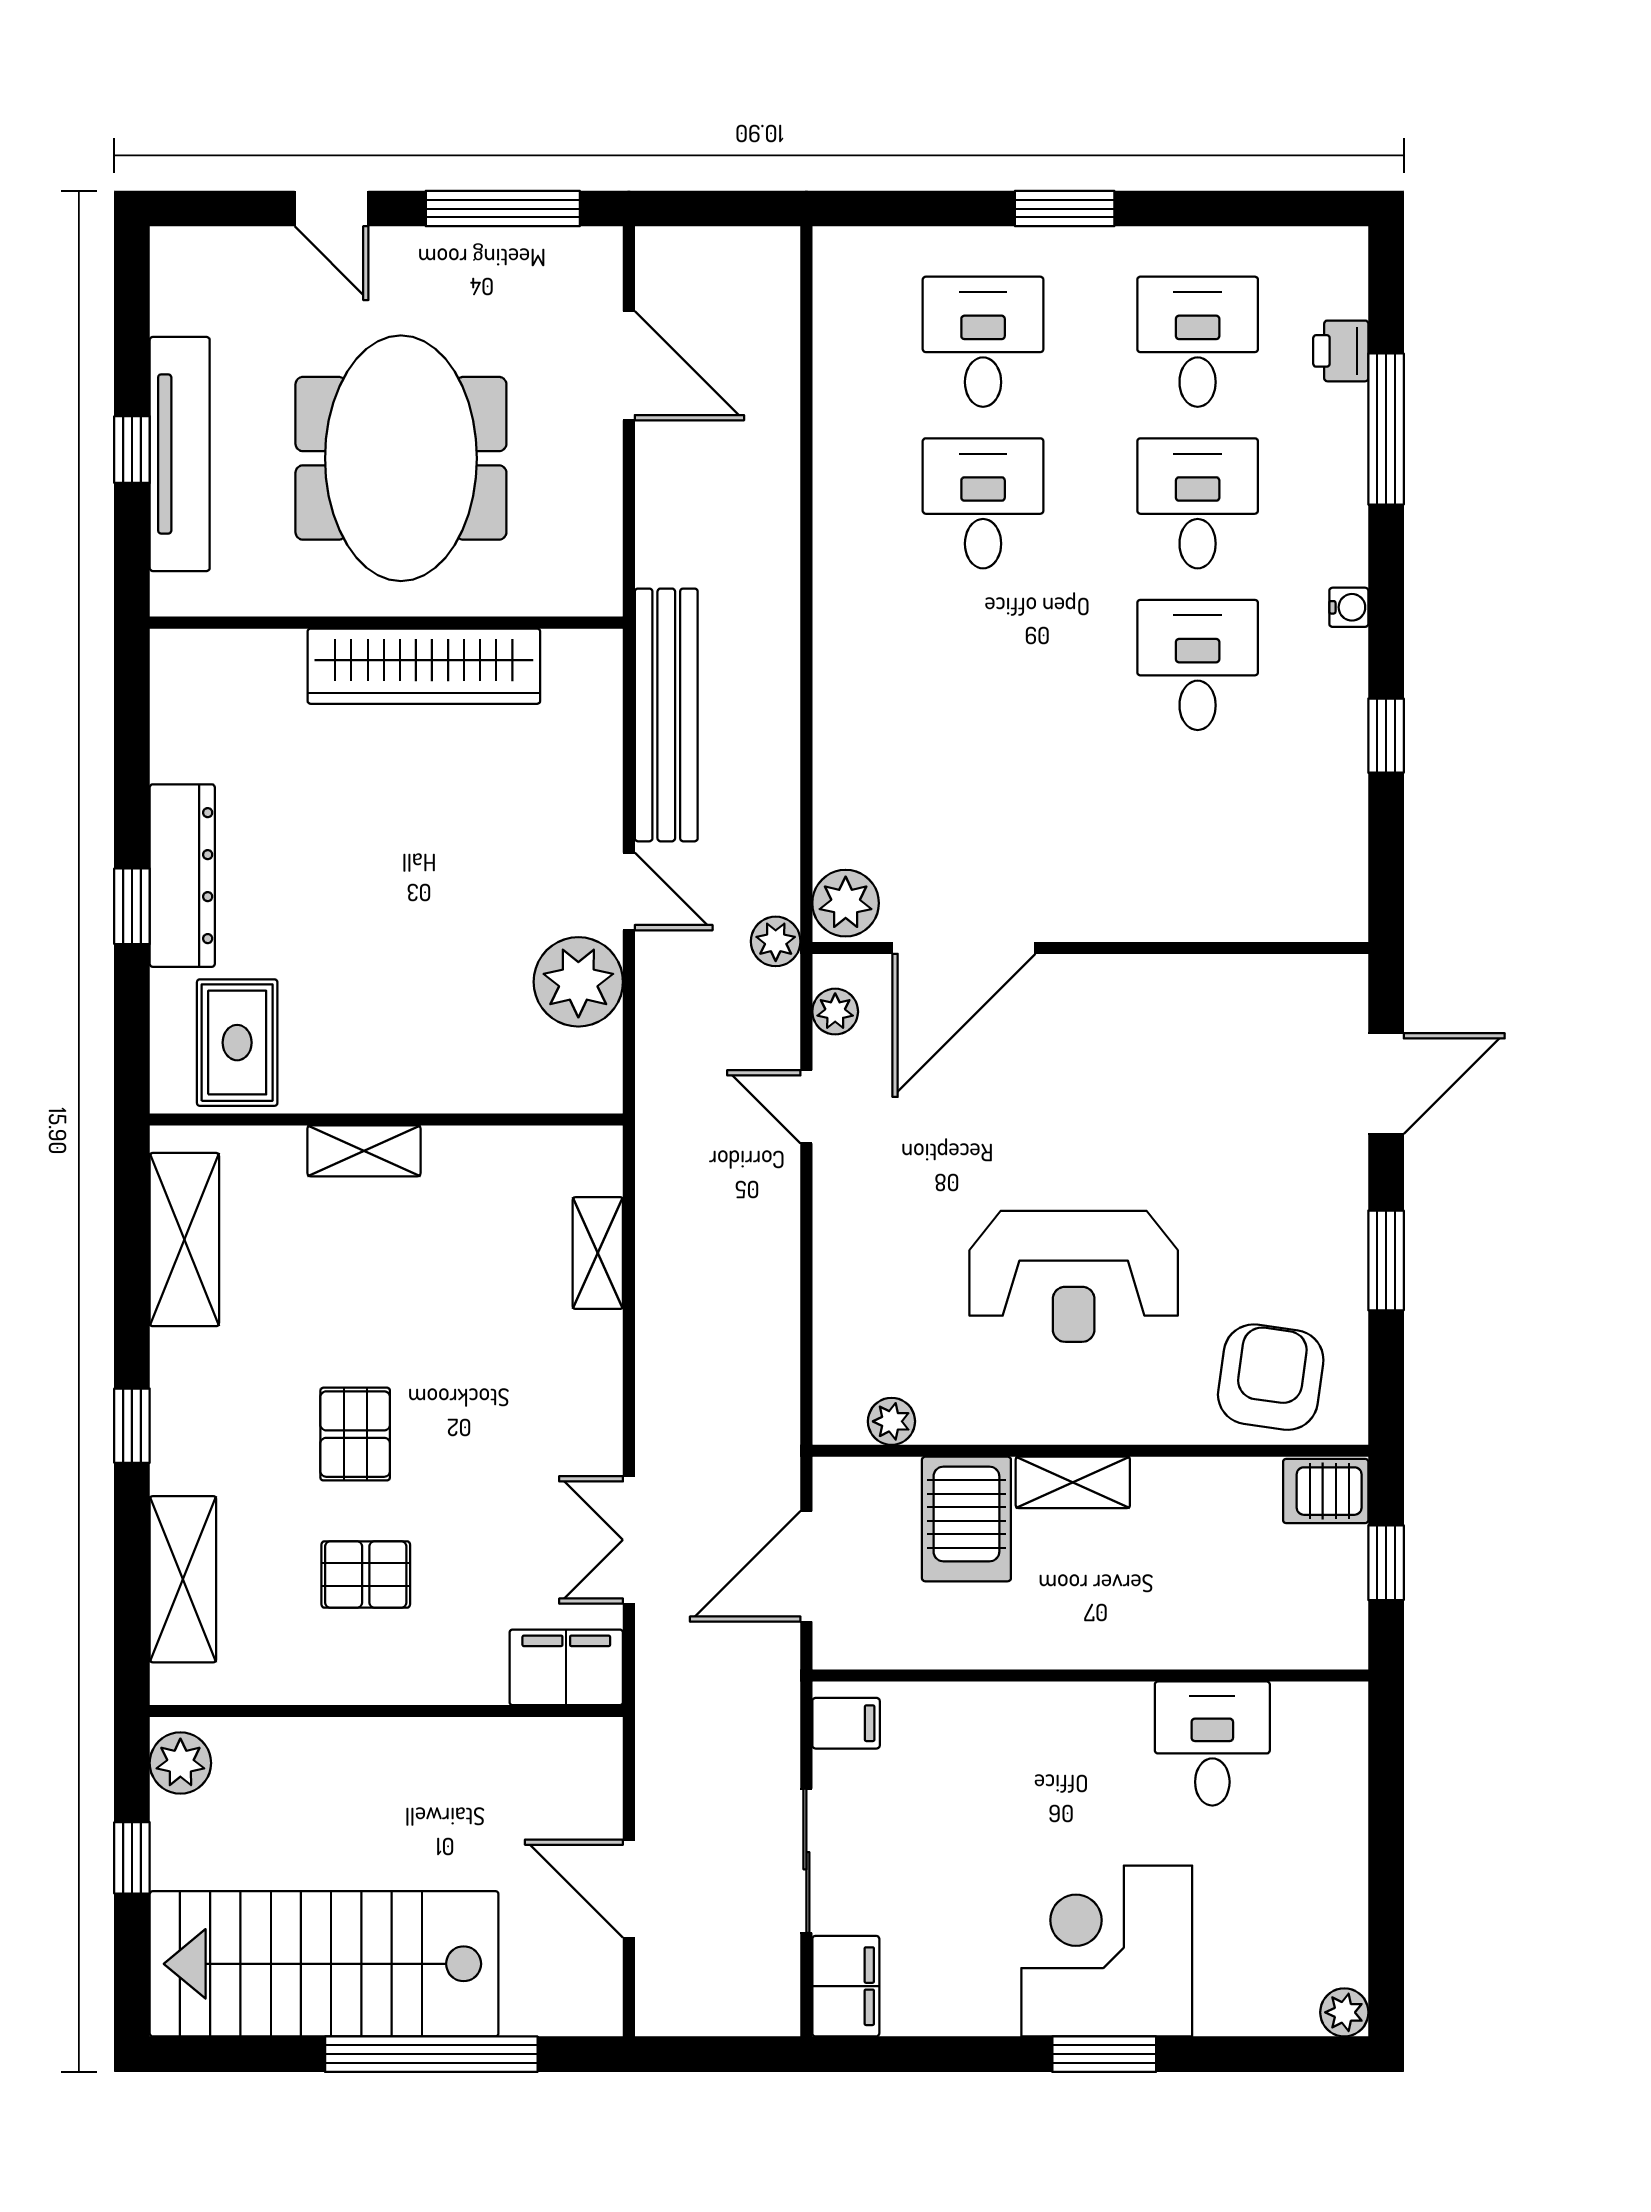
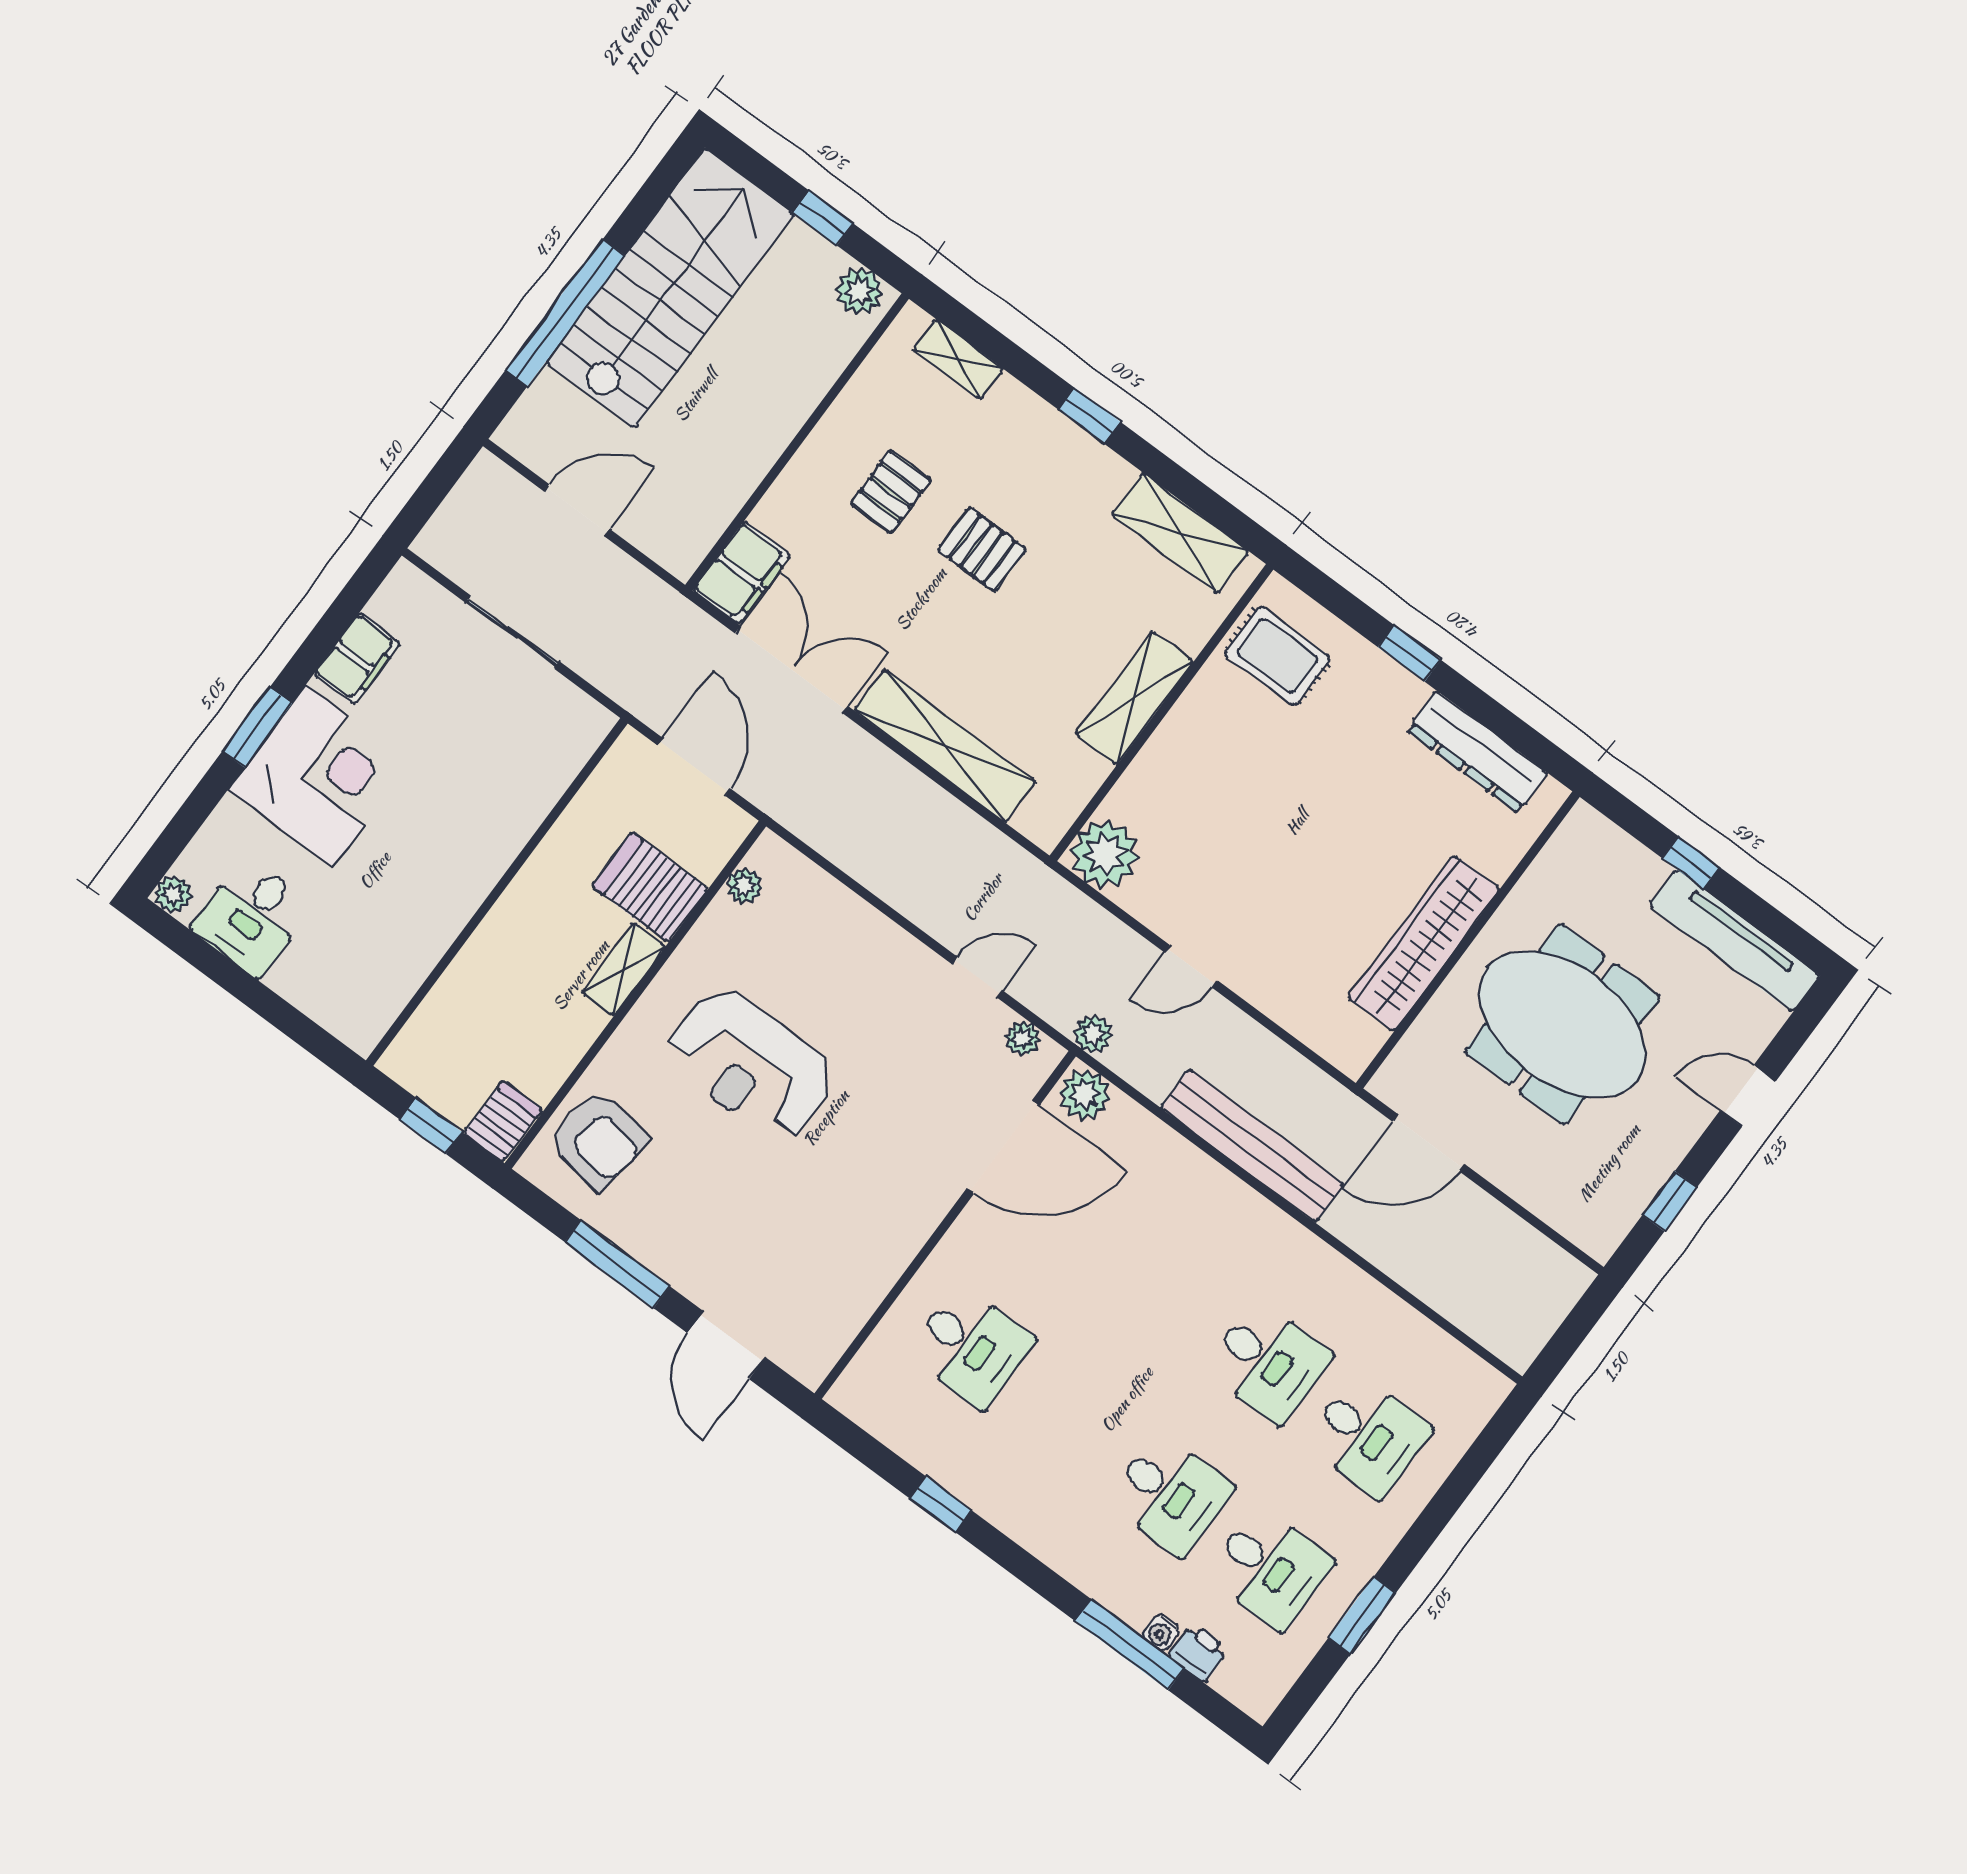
window: (503, 209) -> (1670, 1201), width x0.46
window: (1065, 209) -> (1362, 1615), moved
door: (629, 366) -> (1429, 1143), moved
tv unit: (180, 454) -> (1734, 940), moved
water cooler: (1349, 607) -> (1161, 1632), moved
desk: (1198, 665) -> (971, 1347), moved
bench: (666, 715) -> (1252, 1146), moved
dresser: (182, 876) -> (1477, 752), moved
door: (964, 948) -> (1003, 1147), swing flipped
plant: (578, 982) -> (1105, 854), moved
shelving: (364, 1151) -> (1134, 698), width x1.50, depth x1.33
shelving: (598, 1253) -> (945, 746), width x2.20, depth x1.33
window: (1386, 1260) -> (617, 1264), width x1.44
reception desk: (1074, 1276) -> (750, 1064), turned -90
double door: (629, 1540) -> (792, 670), width x1.37
shelving: (183, 1579) -> (958, 359), width x0.67, depth x0.75
filing cabinet: (846, 1723) -> (579, 720), removed
desk: (1212, 1744) -> (252, 916), moved, turned 90
filing cabinet: (846, 1986) -> (357, 659), moved, turned -90

